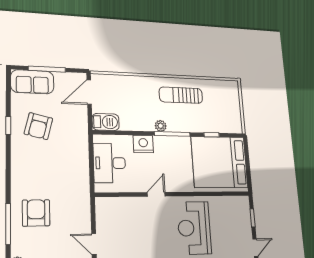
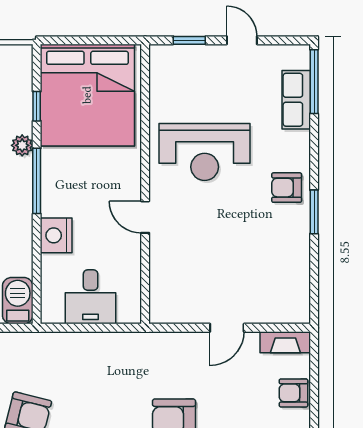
plant: (161, 126) -> (22, 145), moved
desk: (109, 163) -> (91, 297), width x0.73

